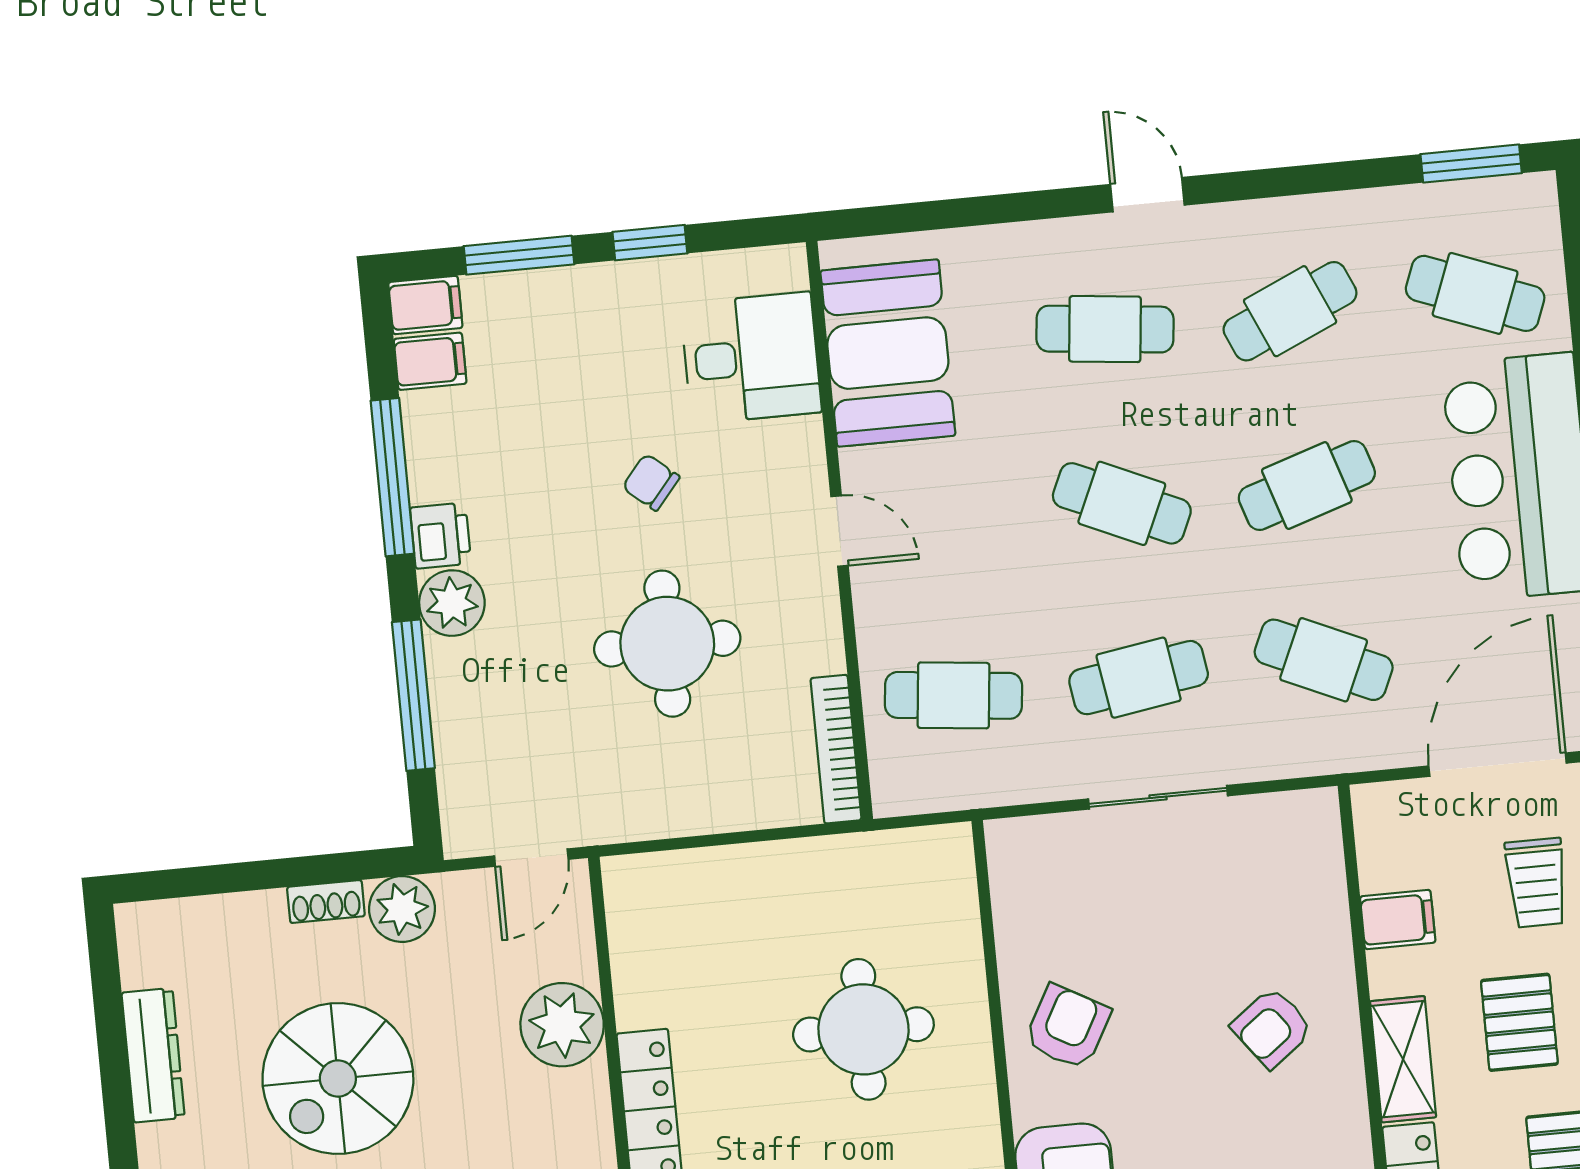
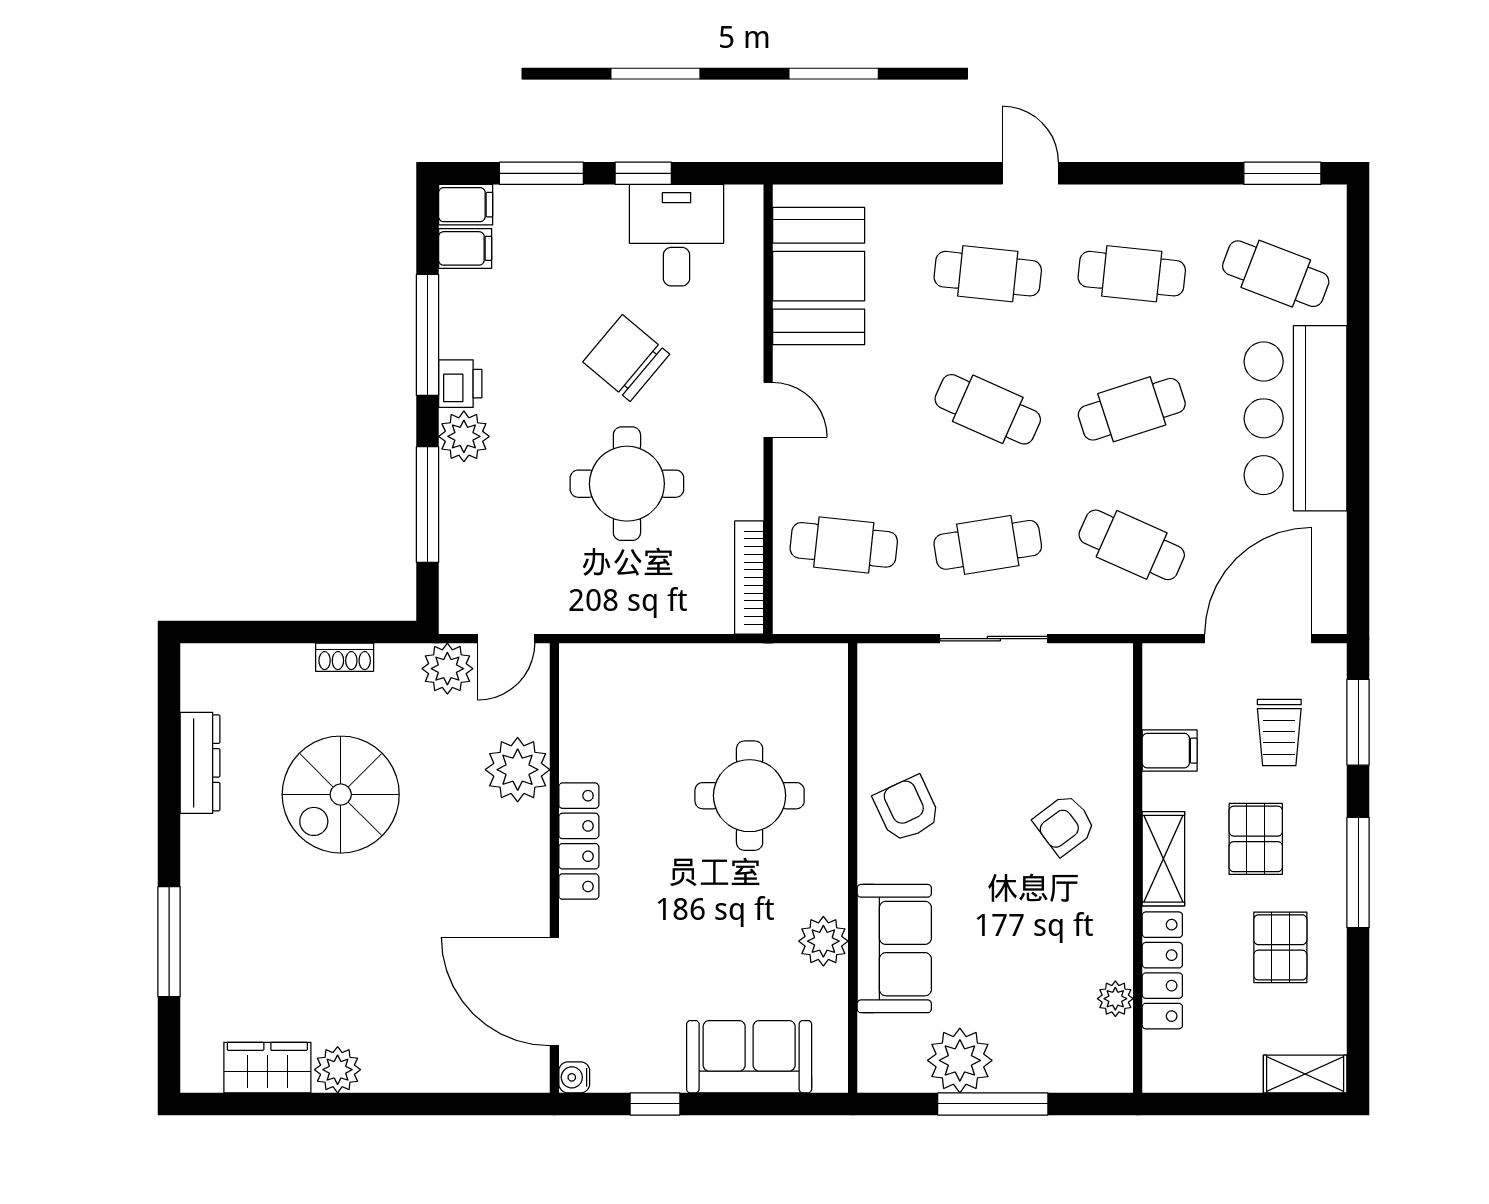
cafe table: (1290, 311) -> (1132, 274), turned 30
desk: (751, 358) -> (677, 235), moved, turned -90
chair: (651, 482) -> (626, 358), width x1.87, depth x1.87
plant: (402, 909) -> (447, 669), moved
armchair: (1067, 1027) -> (907, 809), turned -54

